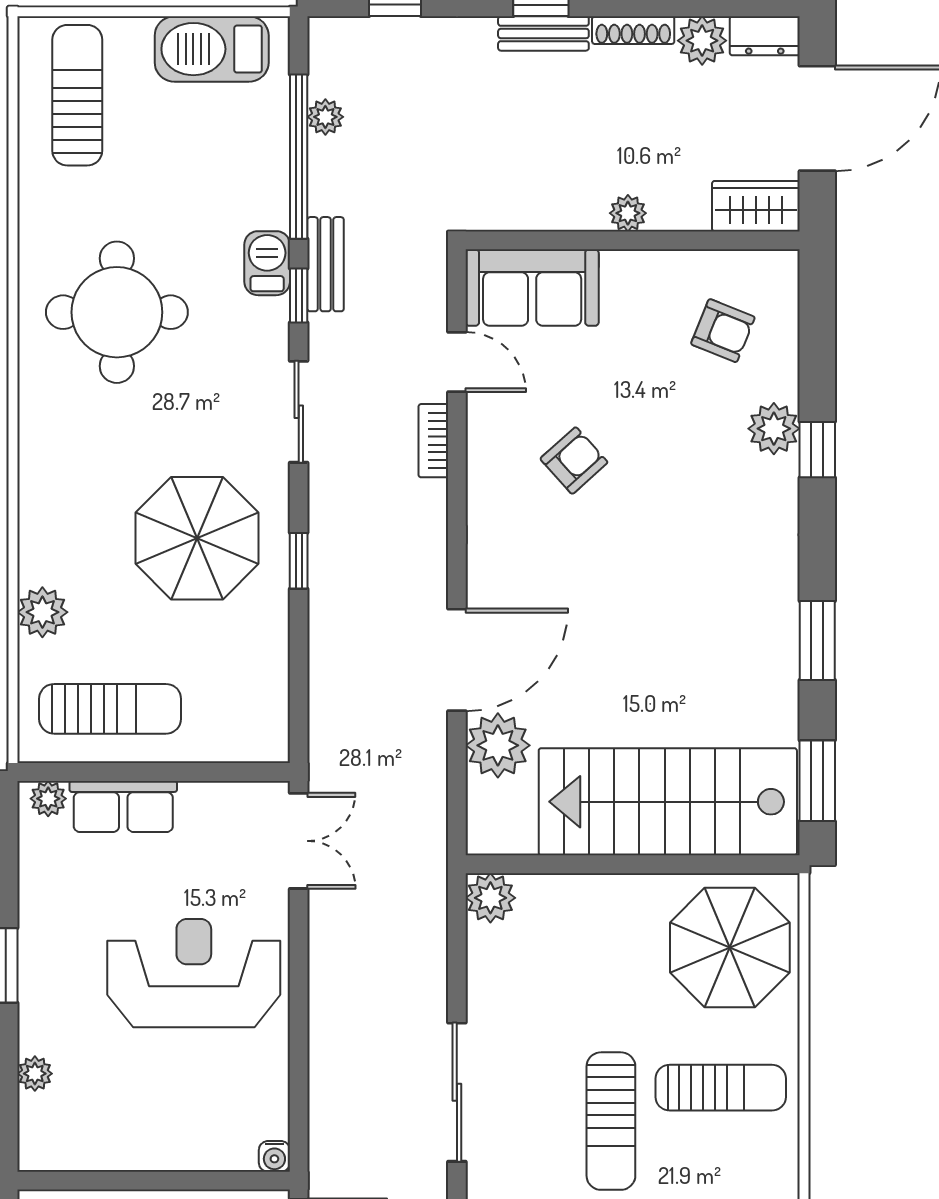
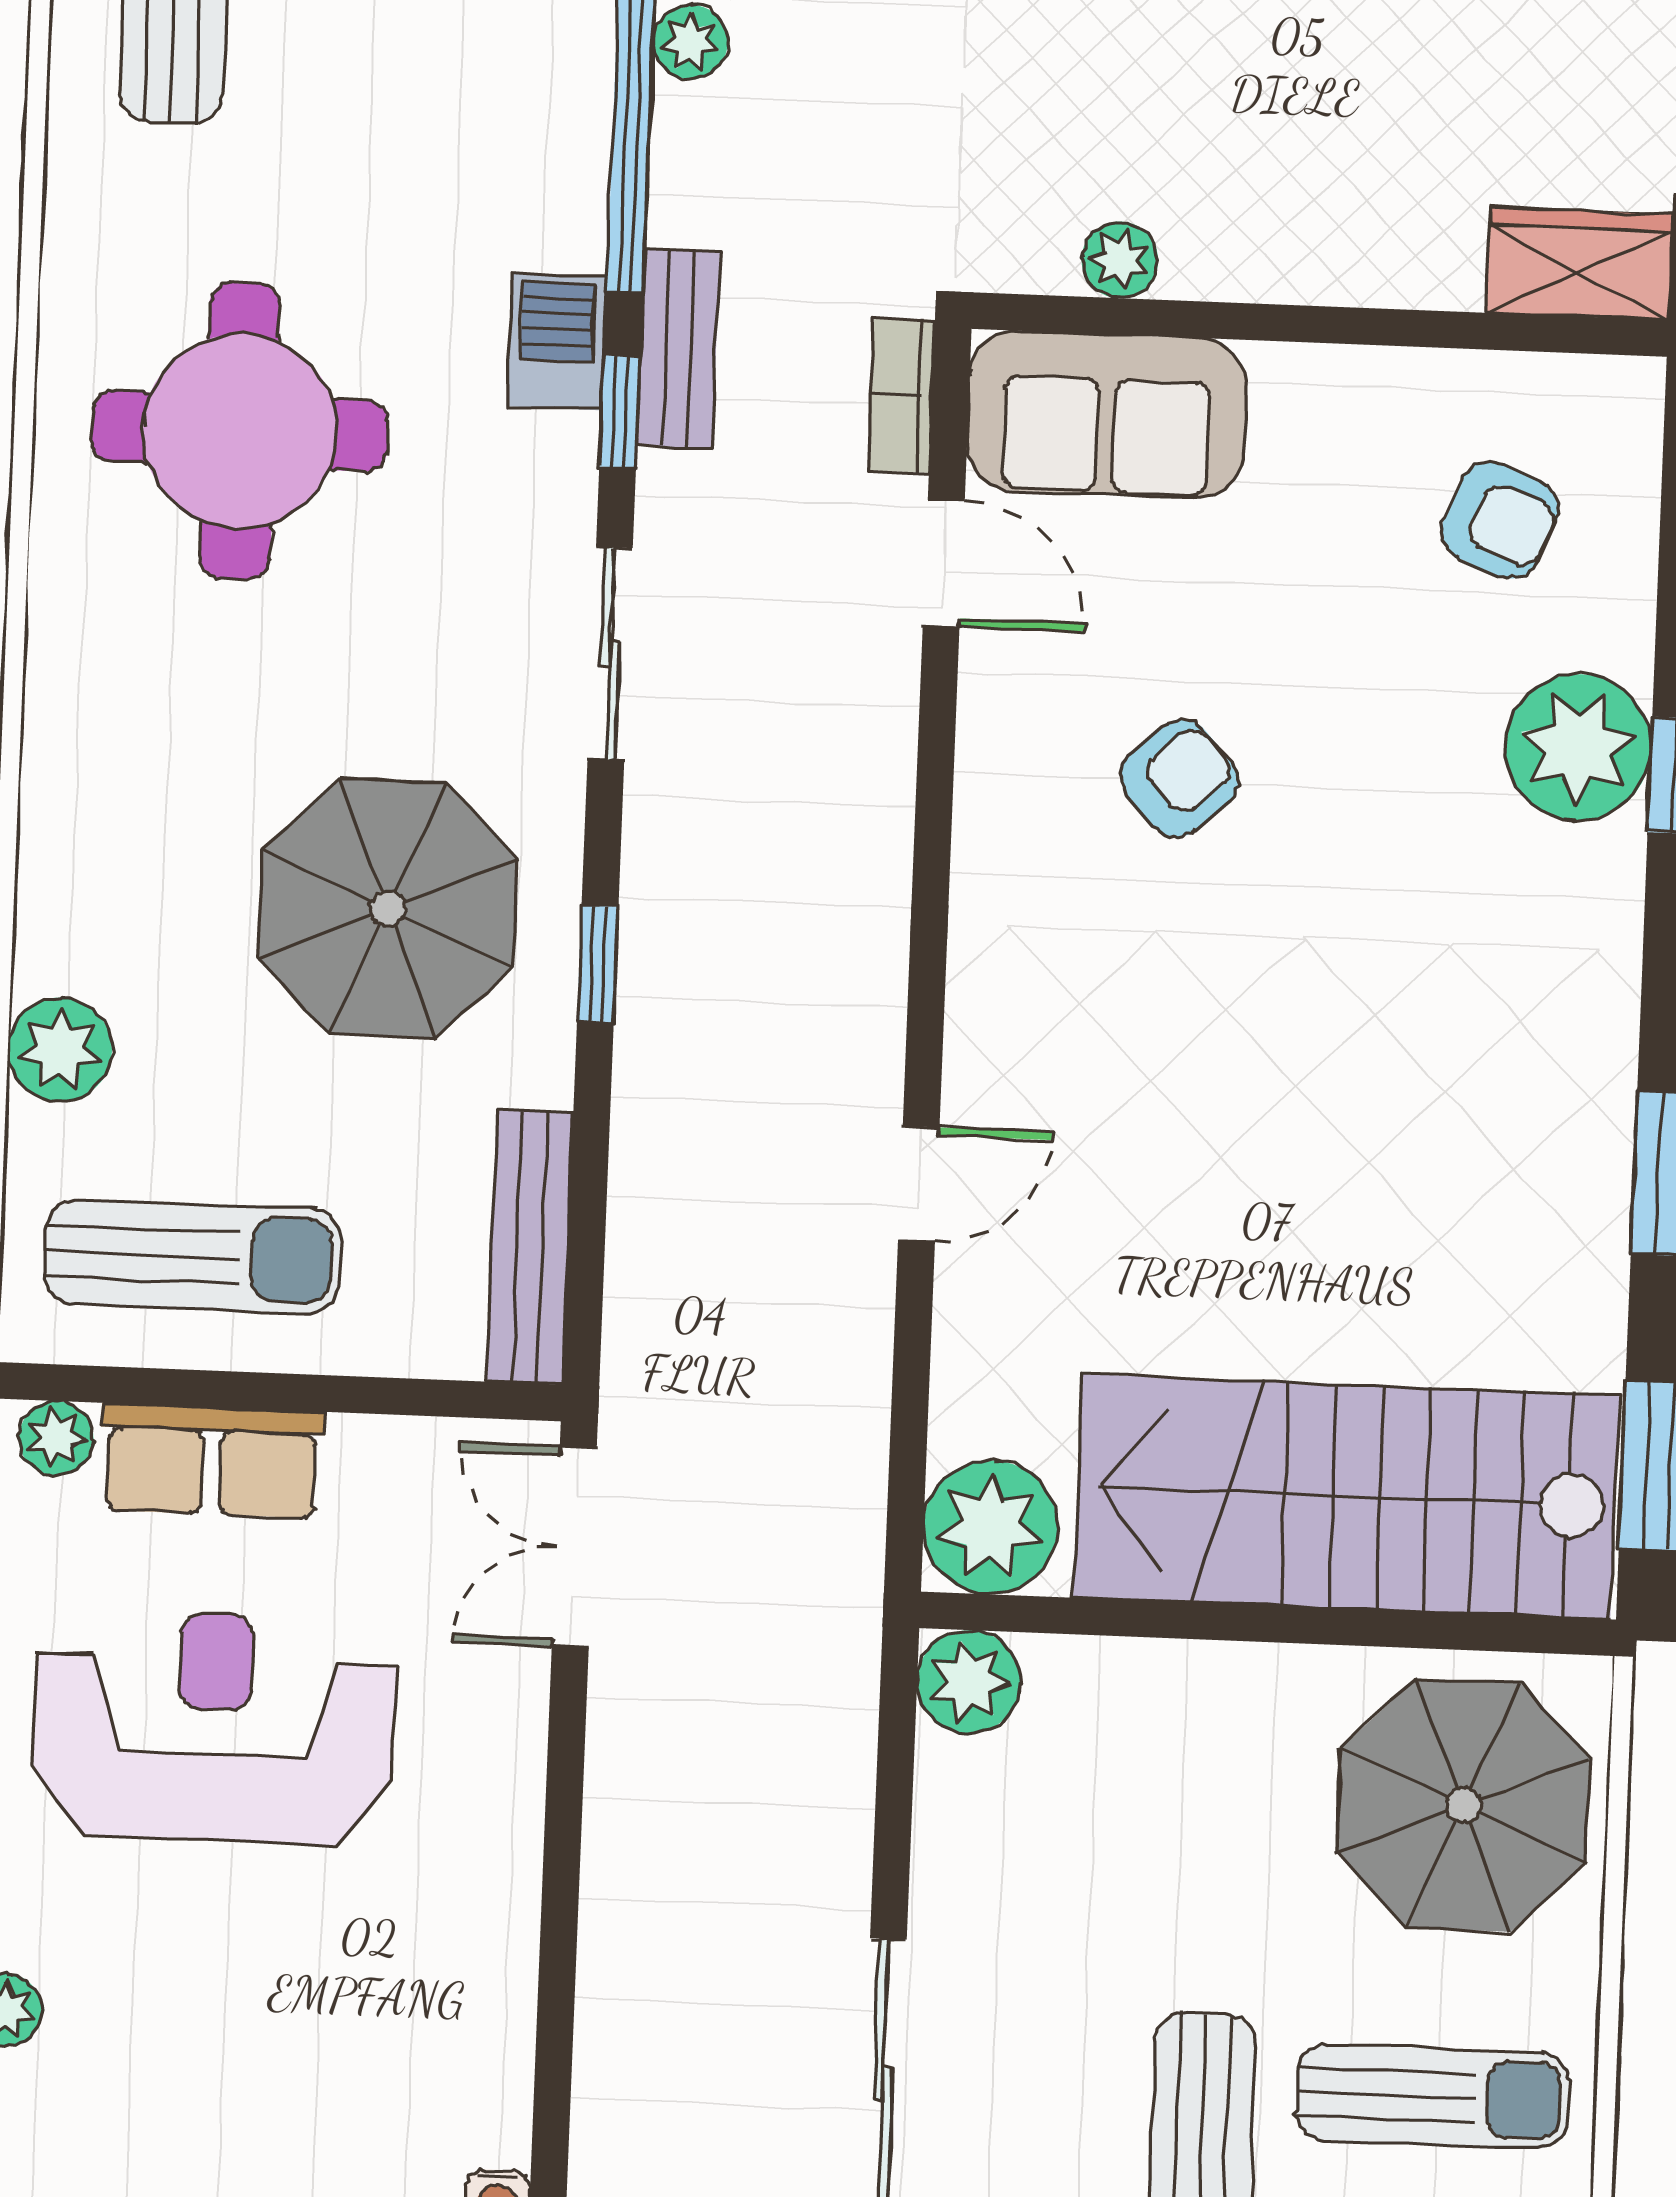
plant: (628, 213) -> (1120, 260), moved
plant: (774, 429) -> (1578, 747), width x1.36, depth x1.36
bookcase: (433, 441) -> (901, 395), moved
door: (457, 660) -> (919, 1184), width x0.53
bench: (272, 698) -> (530, 1247), added
plant: (498, 745) -> (990, 1527), moved
double door: (299, 841) -> (574, 1547), swing flipped
reception desk: (194, 973) -> (214, 1727), moved

